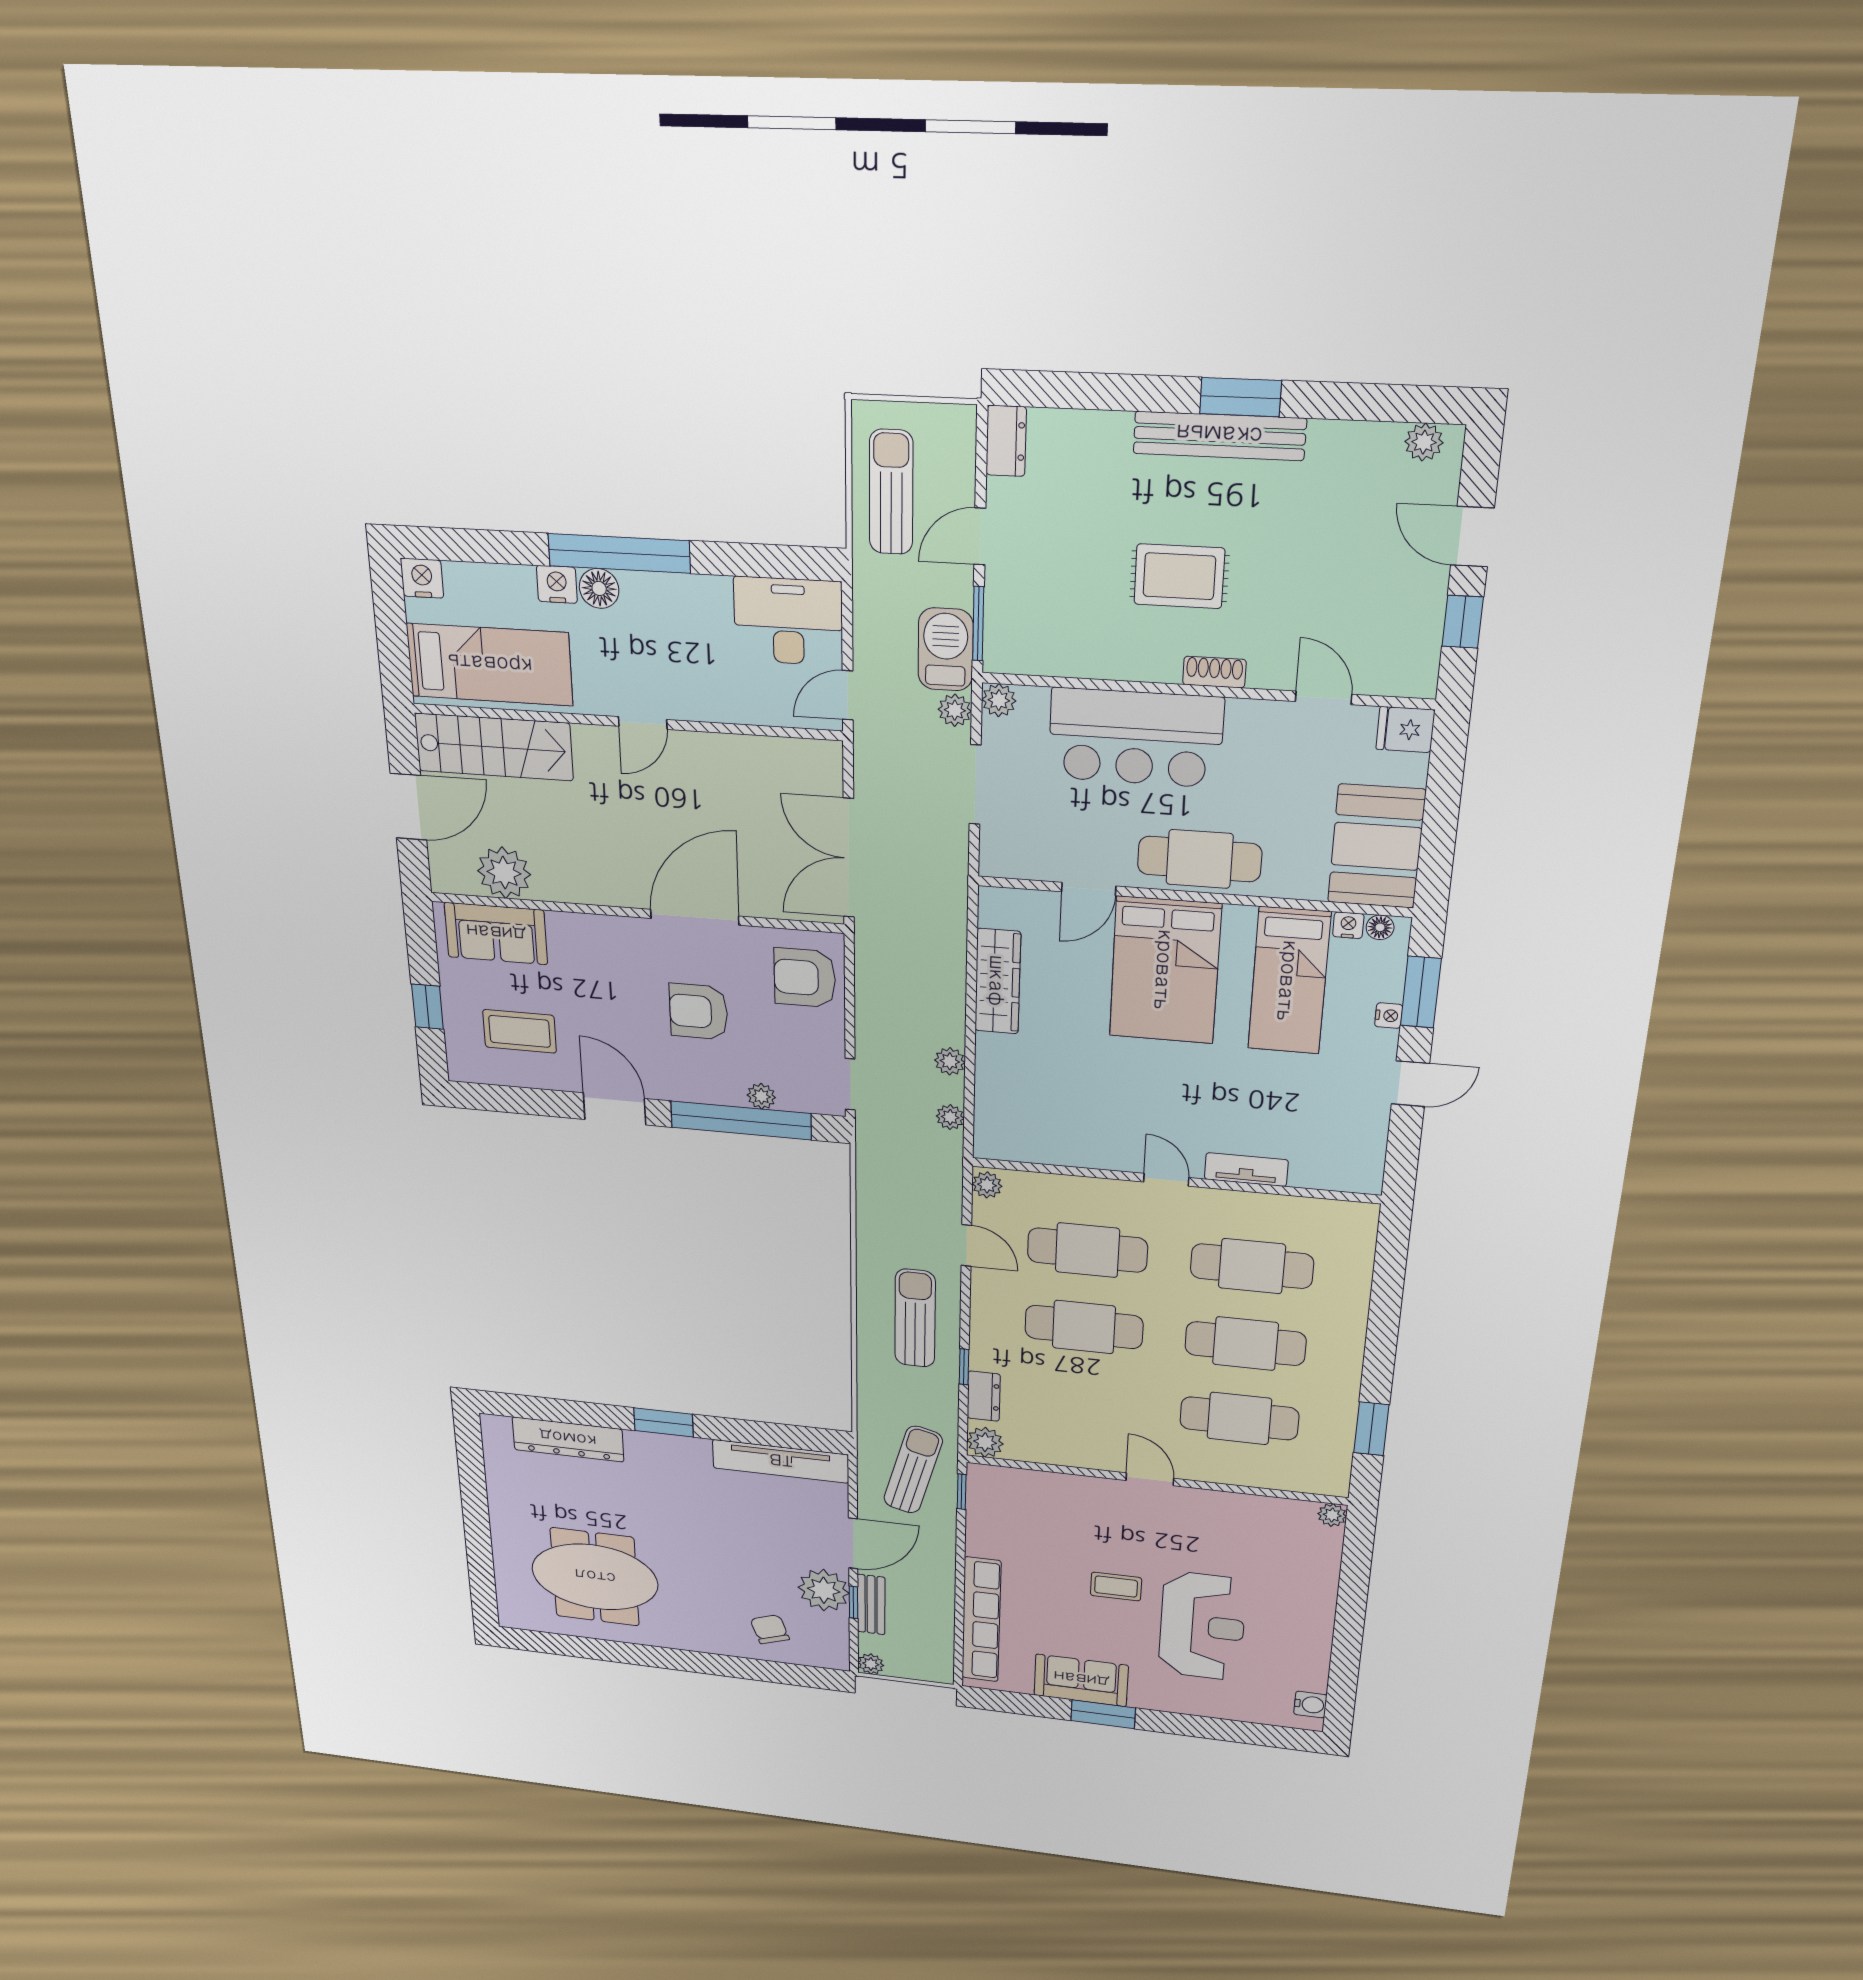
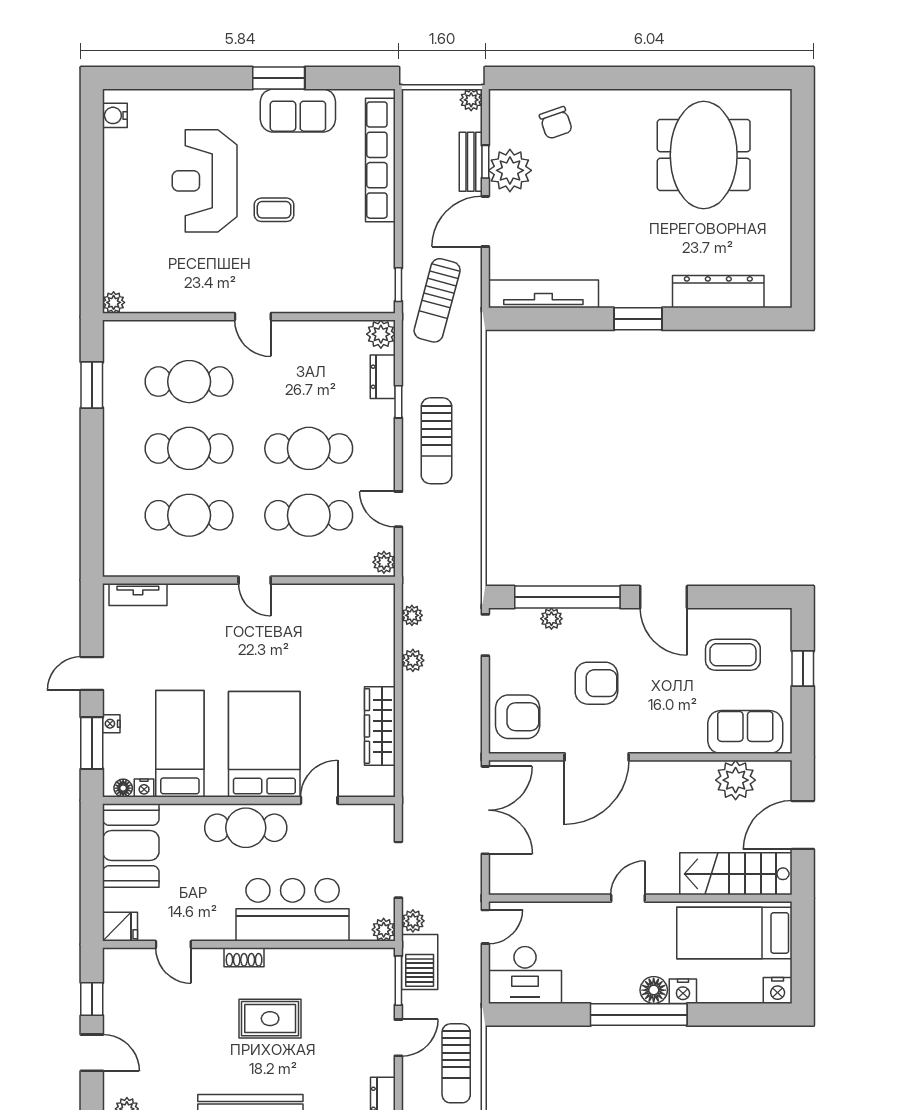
tv unit: (1246, 1170) -> (138, 595), moved
meeting table: (595, 1577) -> (704, 155), turned 90

